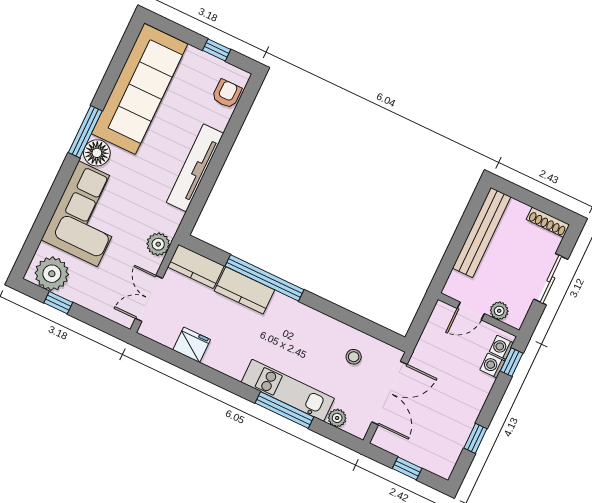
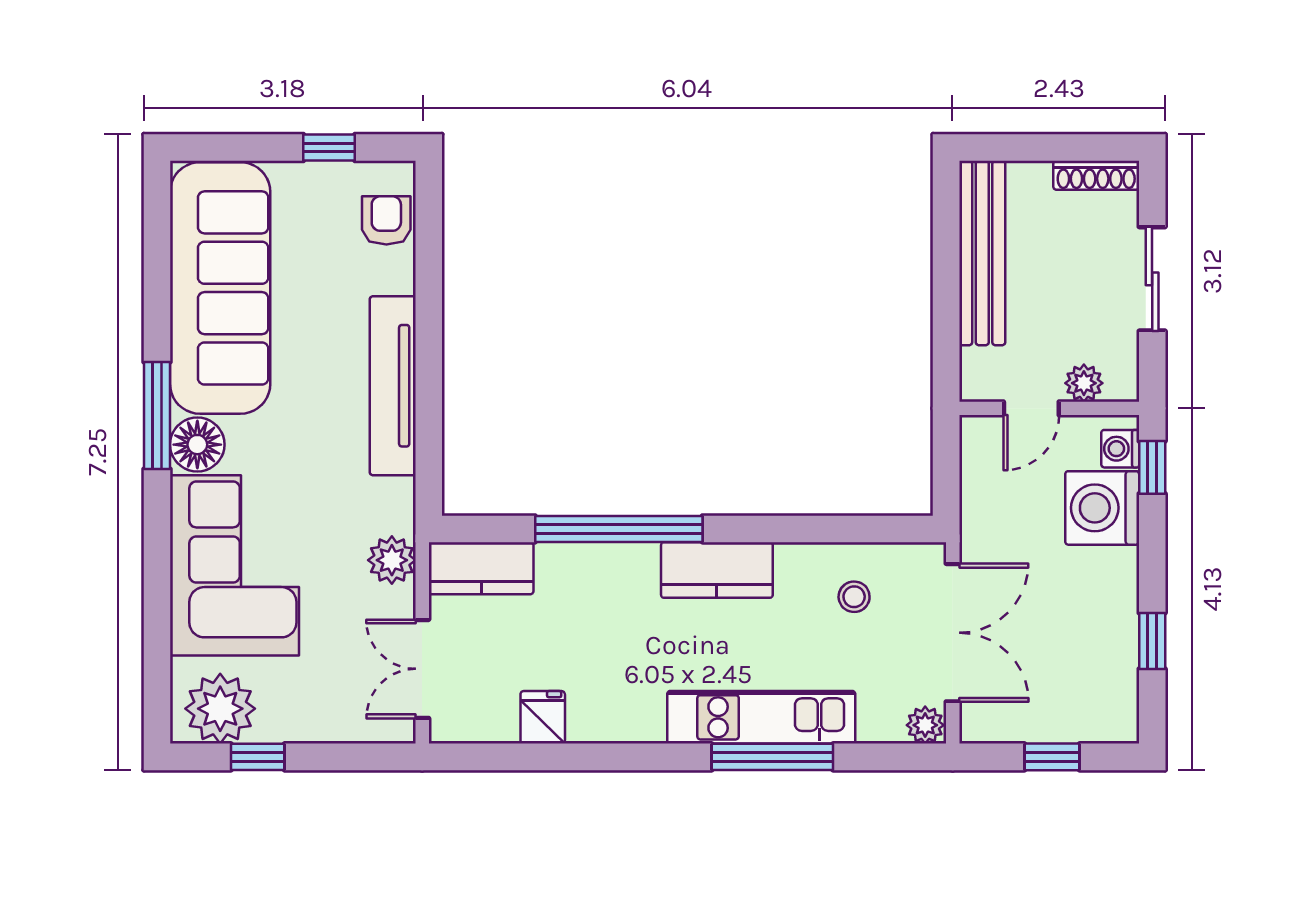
kitchen counter: (244, 290) -> (717, 570), moved
fridge: (192, 345) -> (543, 717), width x0.72
washing machine: (492, 365) -> (1102, 508), width x1.89, depth x1.89
plant: (337, 418) -> (925, 725), moved

